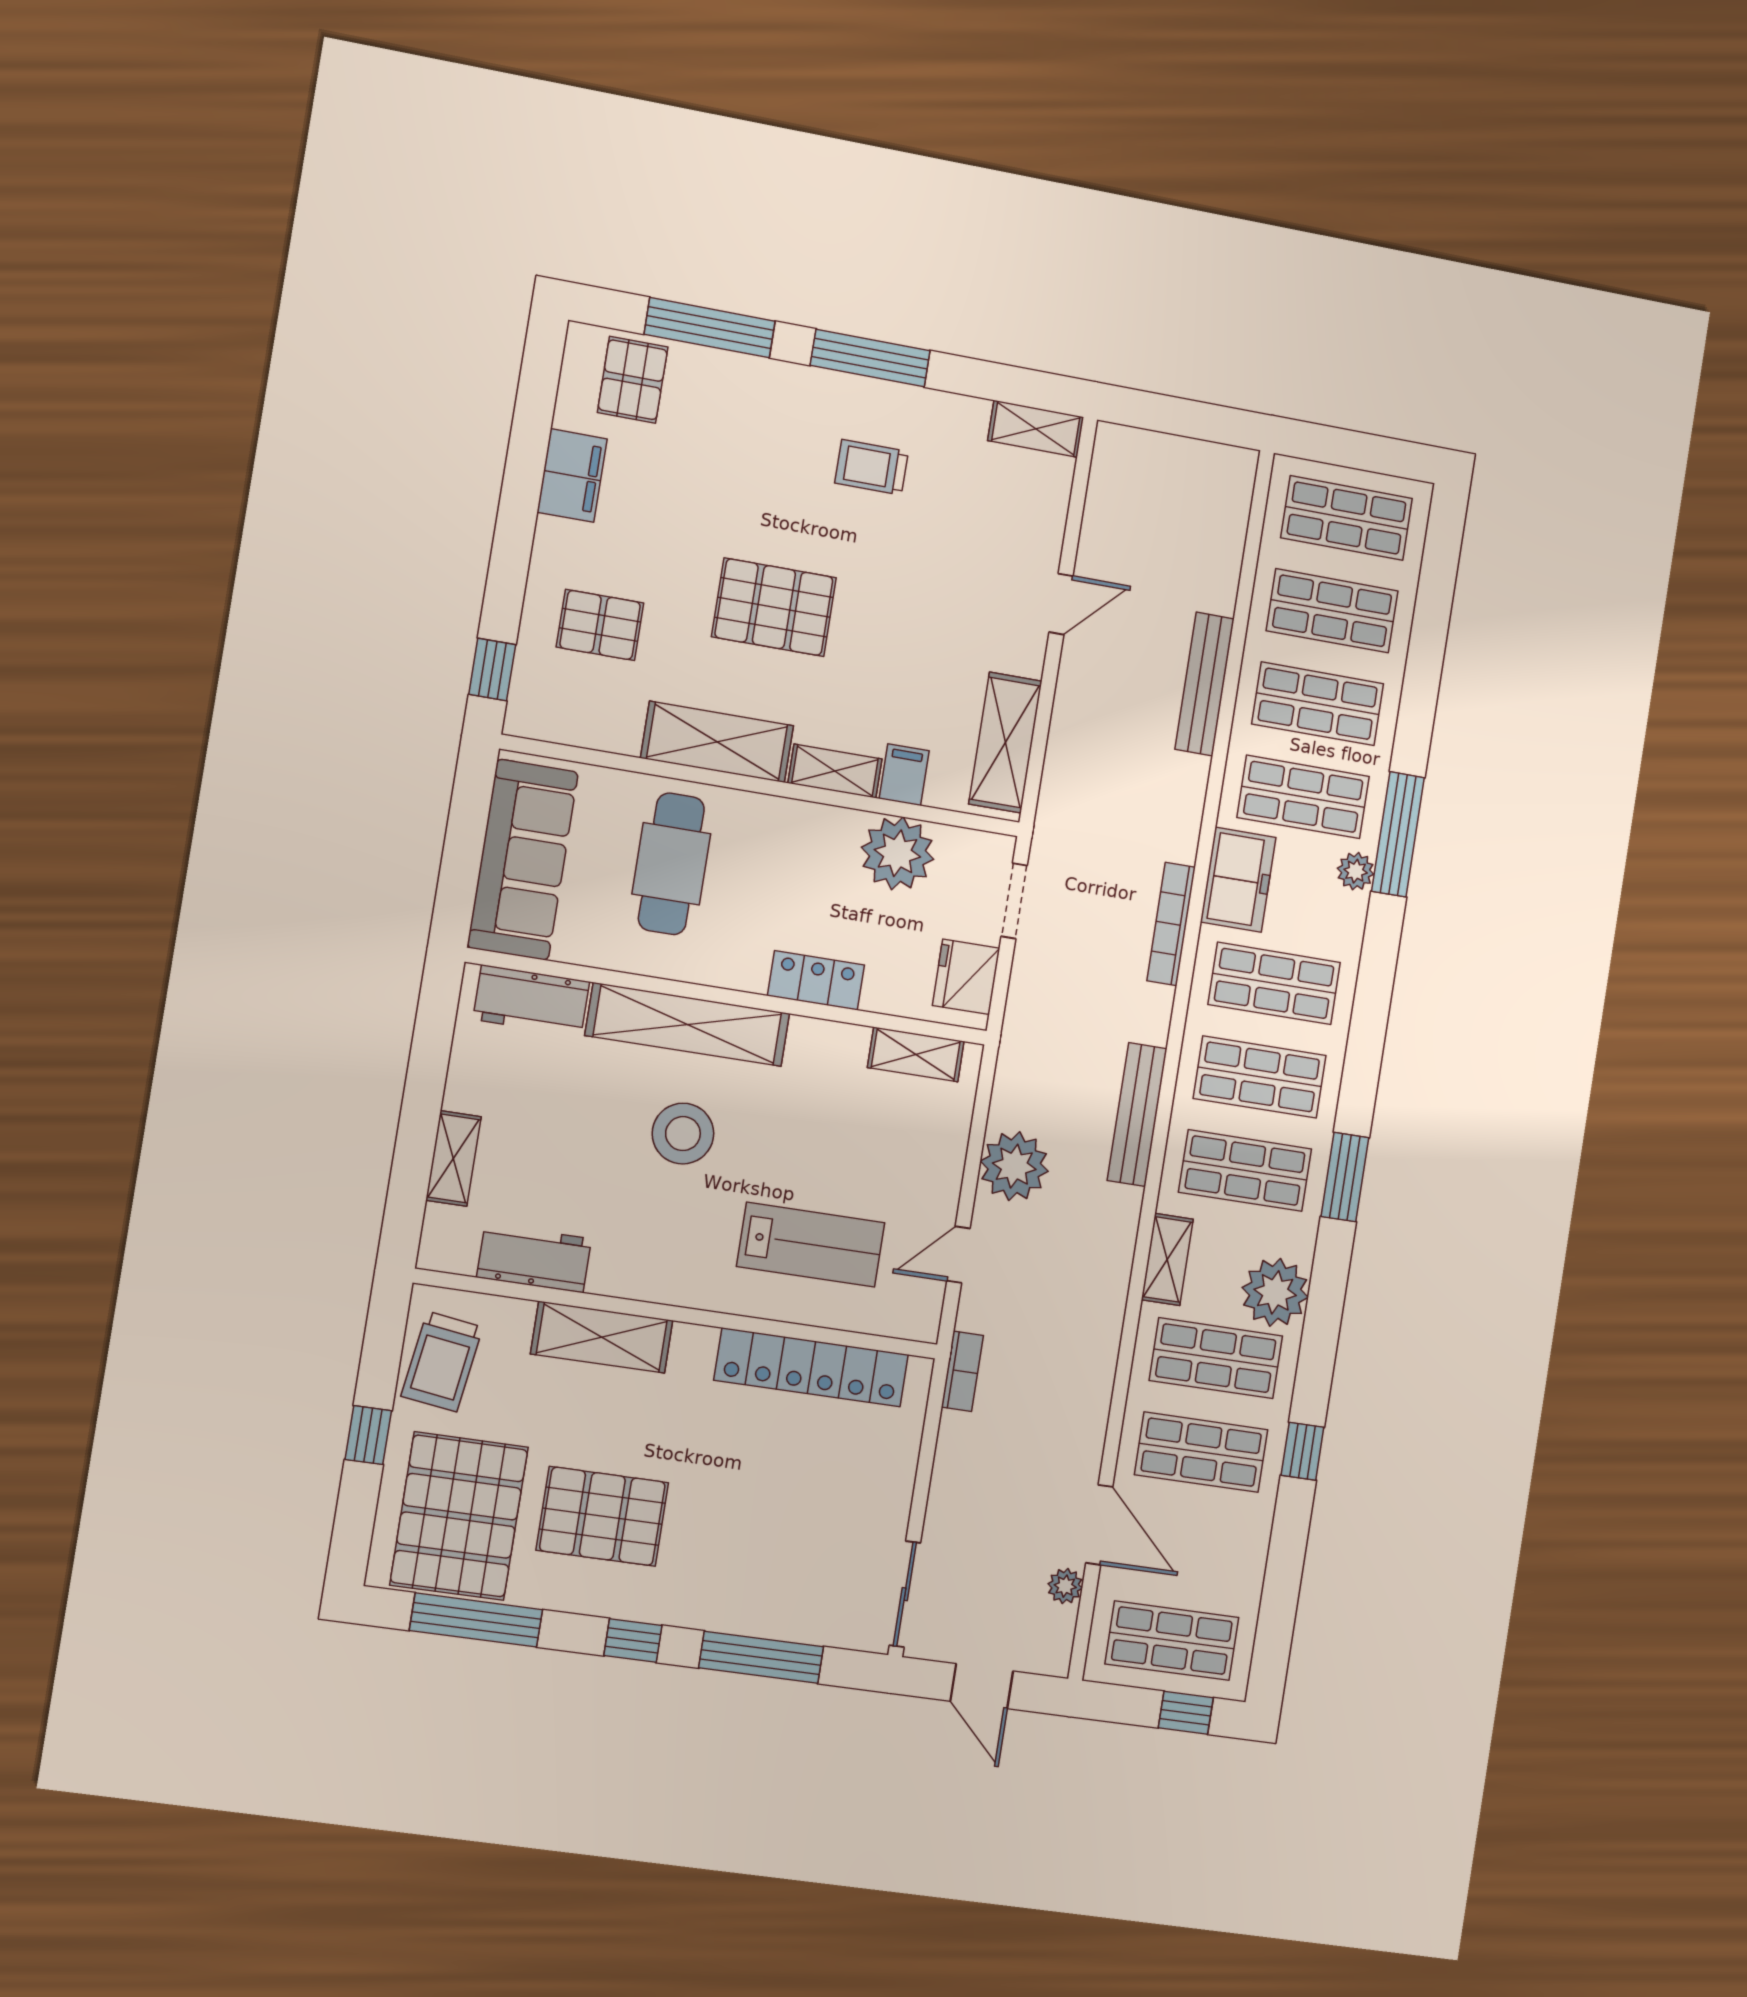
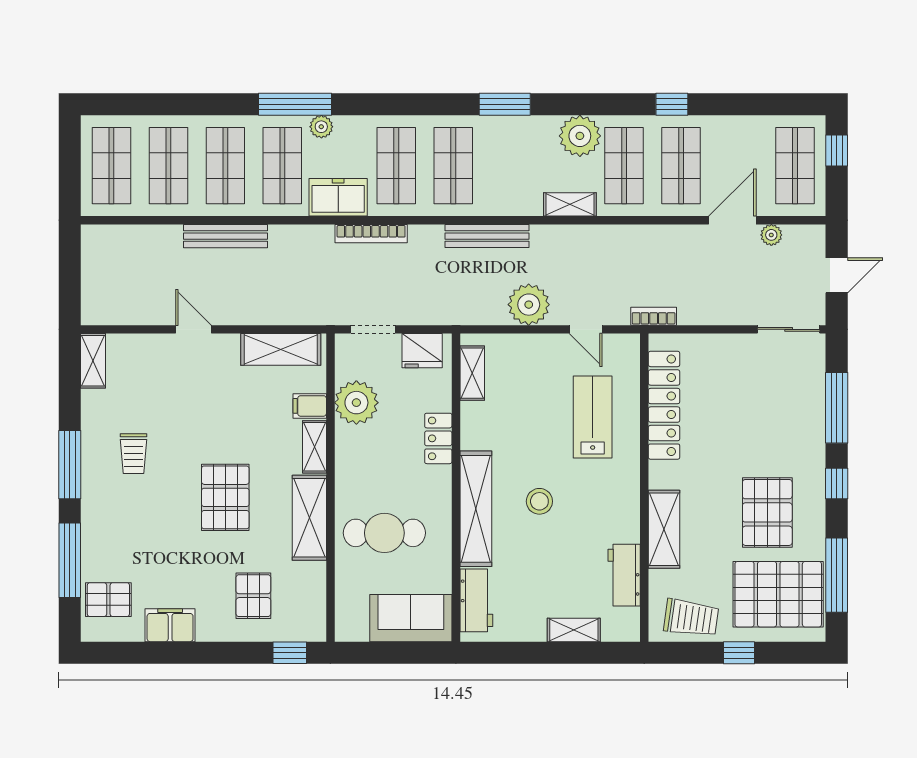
sofa: (523, 860) -> (411, 618), width x0.73
stool: (683, 1134) -> (539, 501), width x0.73, depth x0.73
shop shelf: (1245, 1171) -> (510, 166), removed

